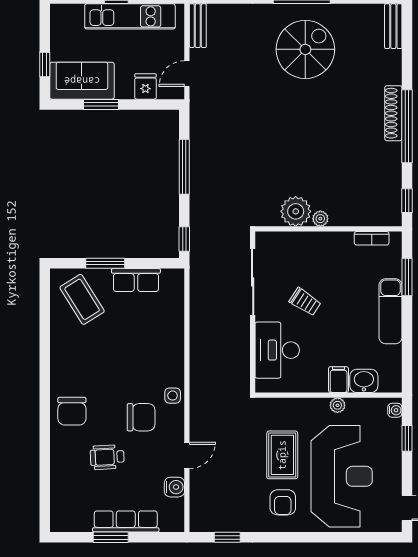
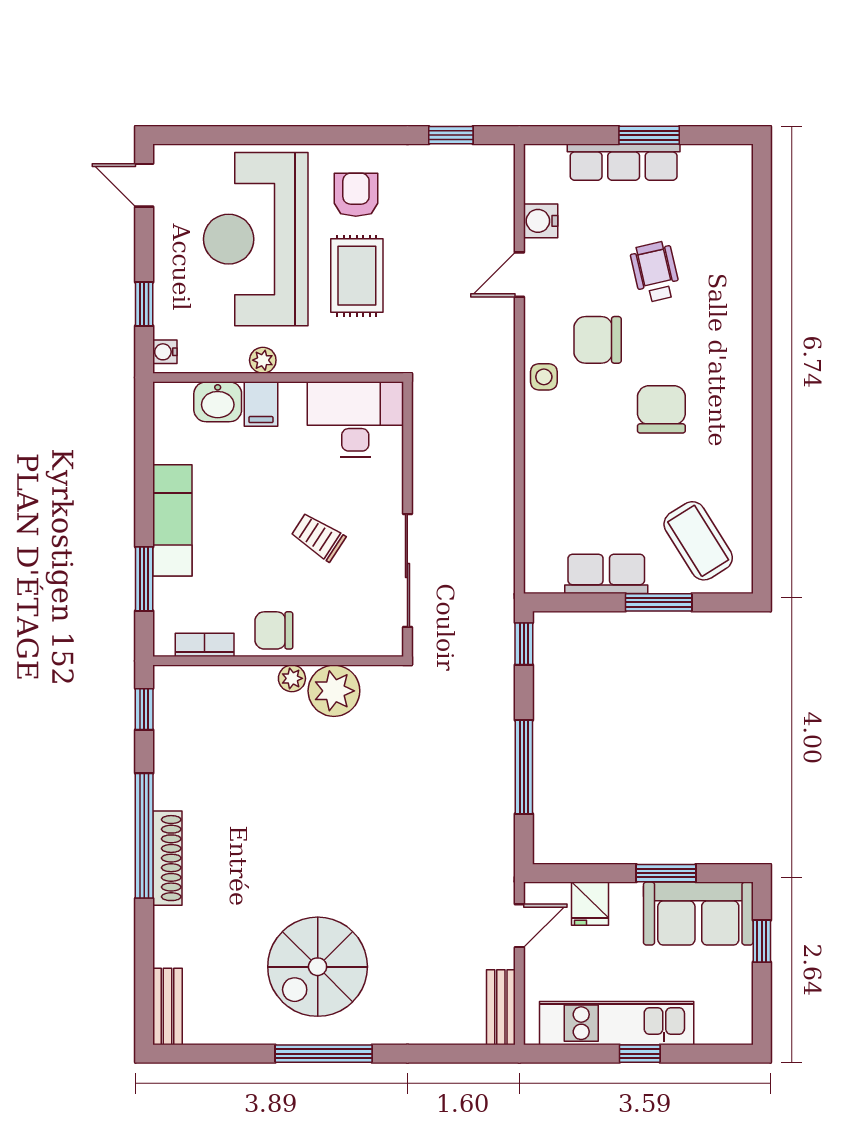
chair: (331, 247) -> (274, 630), added
desk: (277, 350) -> (355, 419), moved, turned -90
chair: (72, 411) -> (661, 409), moved
wheelchair: (107, 457) -> (655, 272), turned -100

